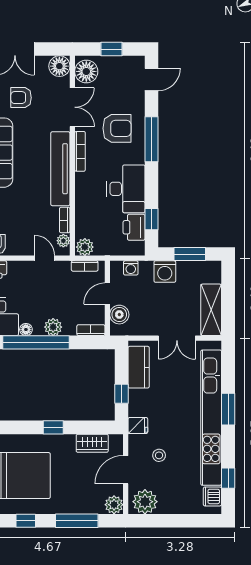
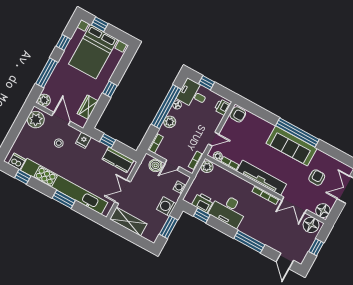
armchair: (117, 128) -> (267, 225), removed
door: (107, 294) -> (172, 165), swing flipped

